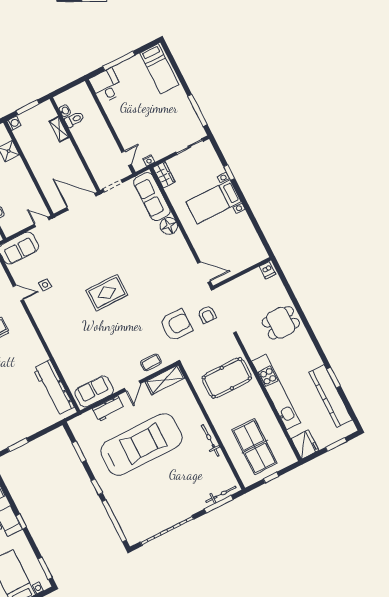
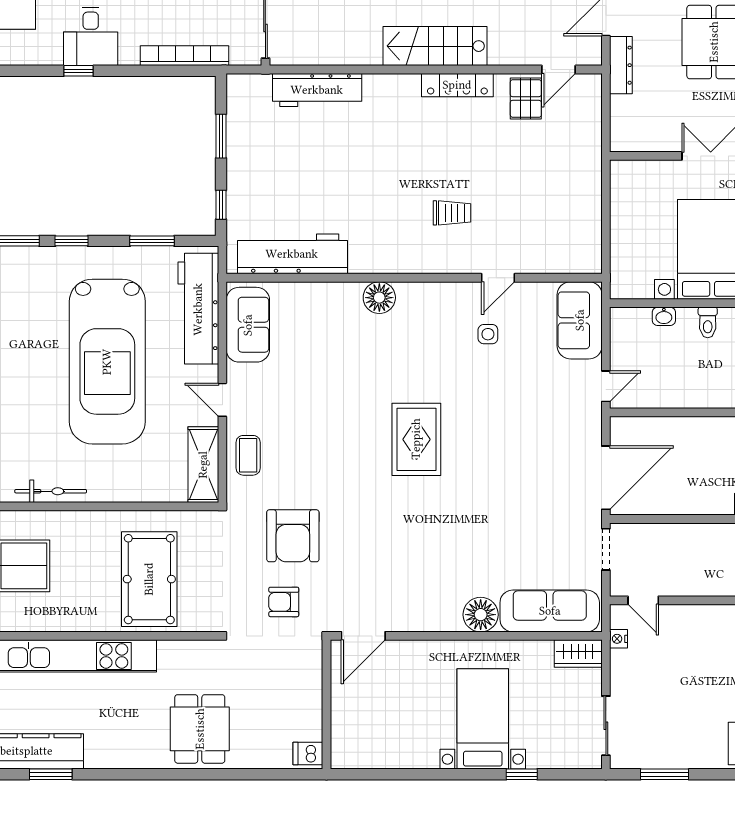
window: (197, 110) -> (665, 774), width x0.69
floor lamp: (53, 340) -> (379, 298), added
workbench: (108, 409) -> (198, 309), width x1.88, depth x1.32
window: (48, 430) -> (221, 205), added

